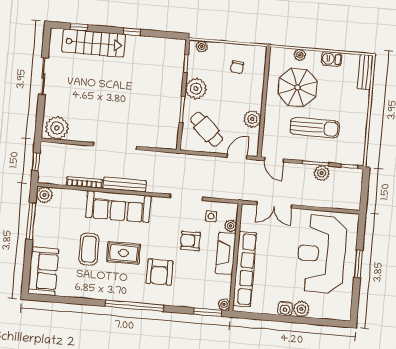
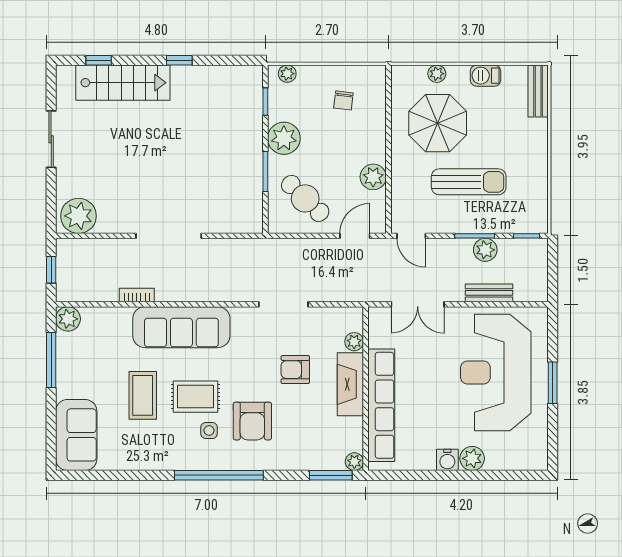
bookcase: (84, 183) -> (137, 295), width x0.64
bench: (125, 185) -> (489, 293), moved, width x0.73
side table: (211, 216) -> (209, 430), moved

